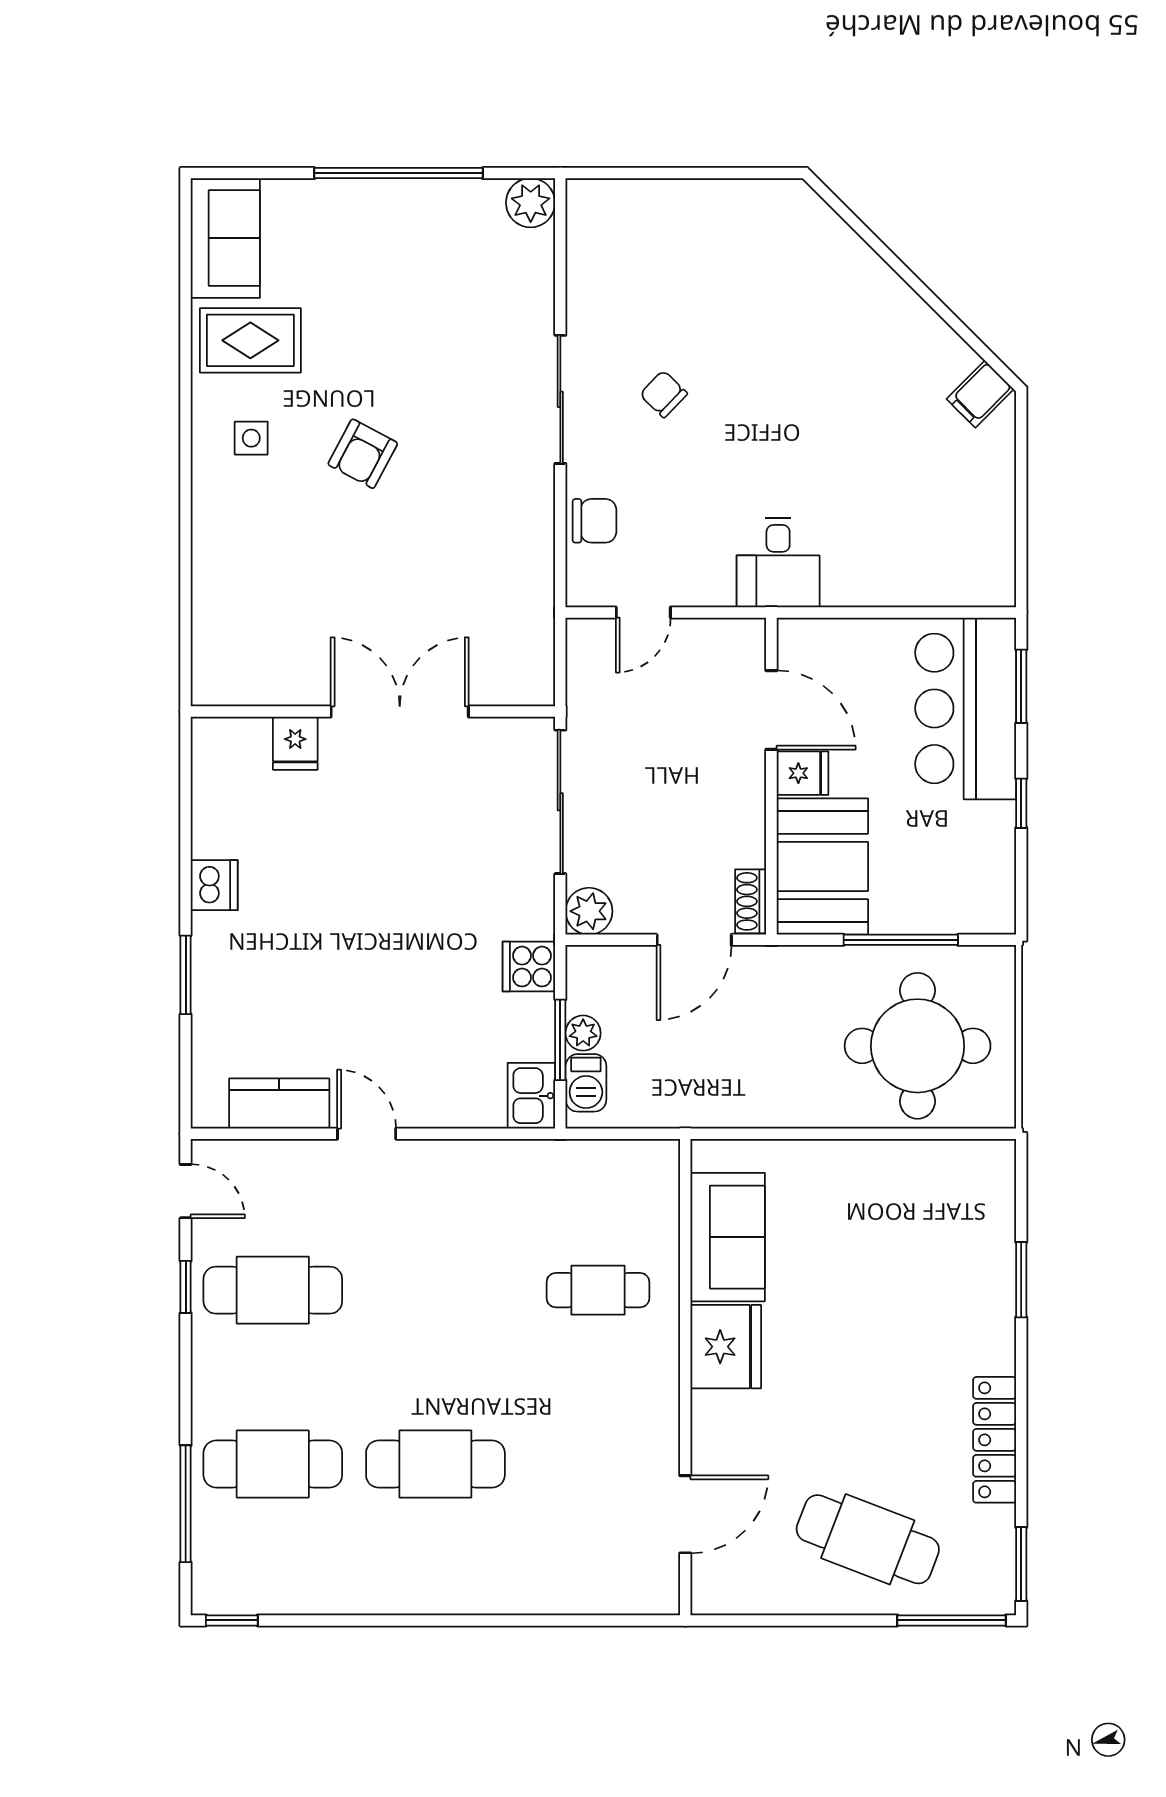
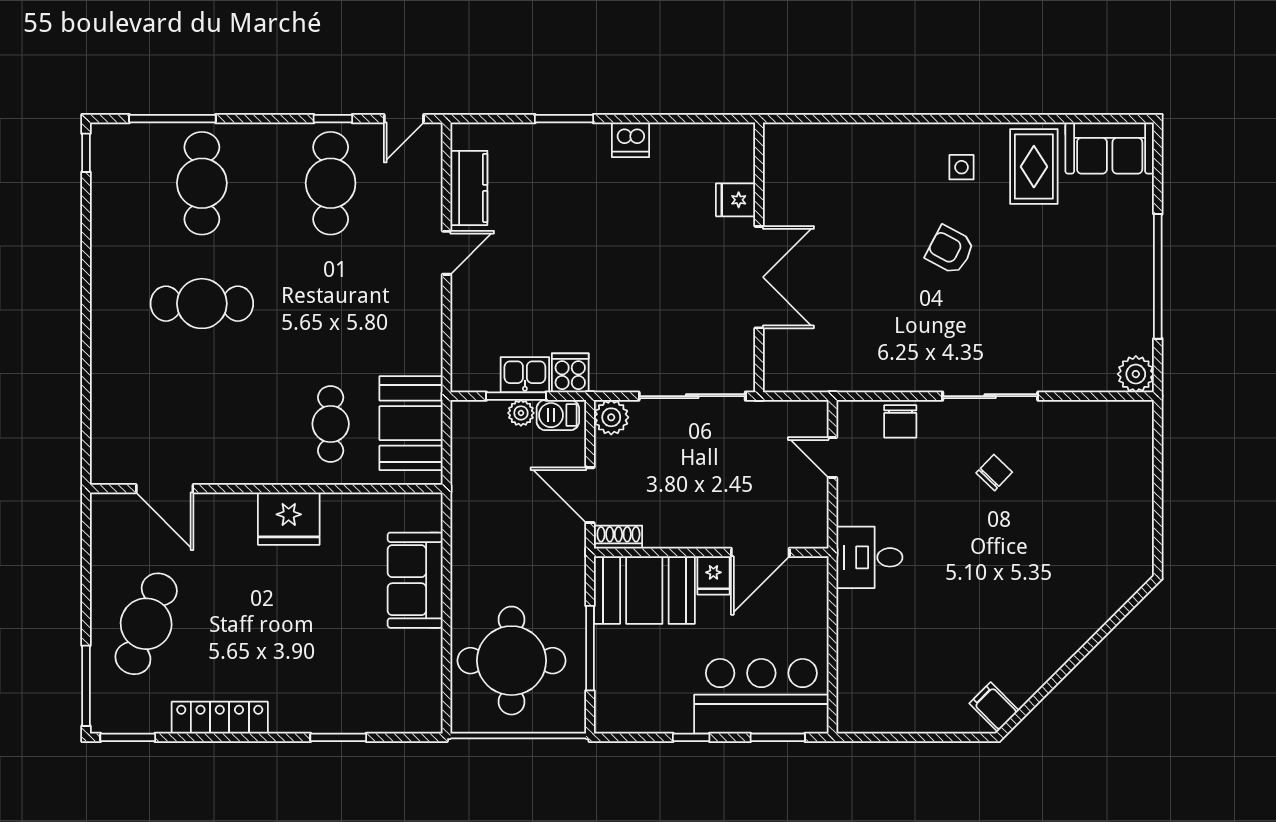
barbecue: (586, 1083) -> (558, 415), moved
kitchen sink: (531, 1096) -> (525, 375), moved
booth: (597, 1182) -> (411, 423), added
sofa: (728, 1237) -> (415, 580), moved, turned 90
cafe table: (435, 1464) -> (202, 304), turned 90

